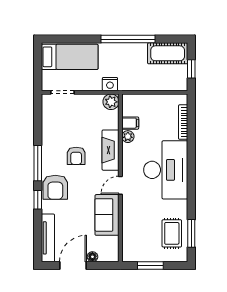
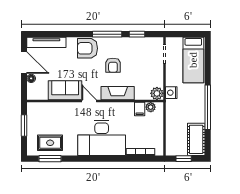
plant: (128, 137) -> (151, 107), moved
armchair: (76, 156) -> (113, 65), turned -90
window: (38, 200) -> (137, 34), moved

